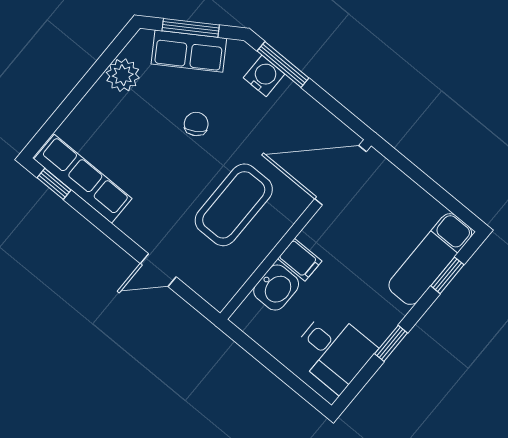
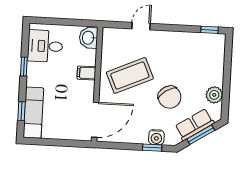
window: (283, 65) -> (152, 148), width x0.67
chair: (196, 124) -> (170, 97), width x1.87, depth x1.87
row of seats: (83, 179) -> (199, 41), removed
coffee table: (234, 205) -> (130, 75), turned 66
washbasin: (276, 288) -> (89, 38), moved

